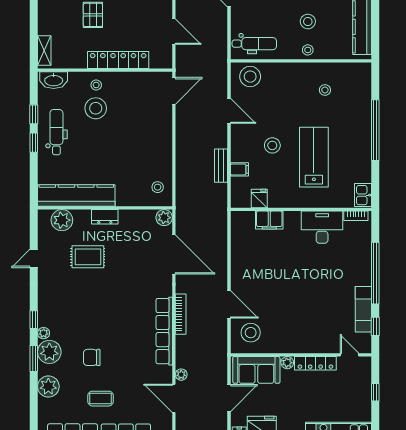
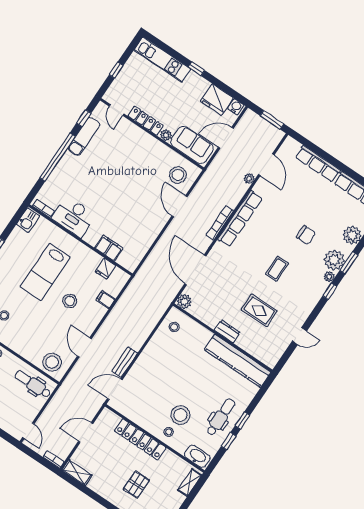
door: (174, 32) -> (86, 432), hinge flipped
dental chair: (56, 132) -> (221, 417), turned 180
bench: (221, 166) -> (125, 362), moved
plant: (62, 220) -> (260, 350), removed
coffee table: (101, 399) -> (277, 269), moved, turned 90

